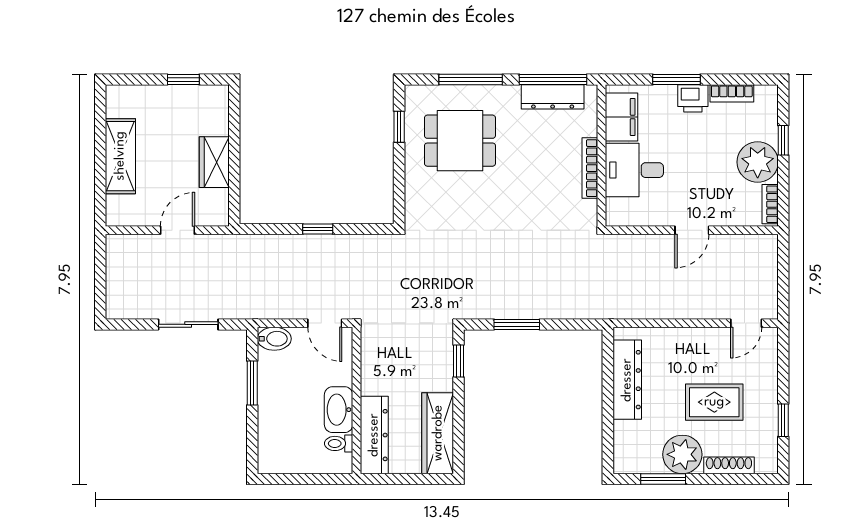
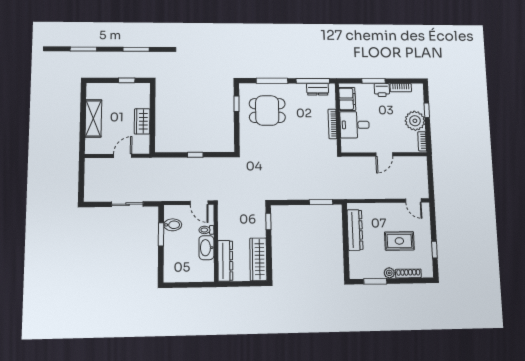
dresser: (553, 97) -> (318, 89), width x0.70
door: (746, 323) -> (413, 201), hinge flipped
window: (517, 324) -> (321, 202), moved
bidet: (274, 339) -> (173, 225), moved
toilet: (339, 443) -> (206, 230), moved
plant: (682, 454) -> (389, 273), width x0.53, depth x0.53

